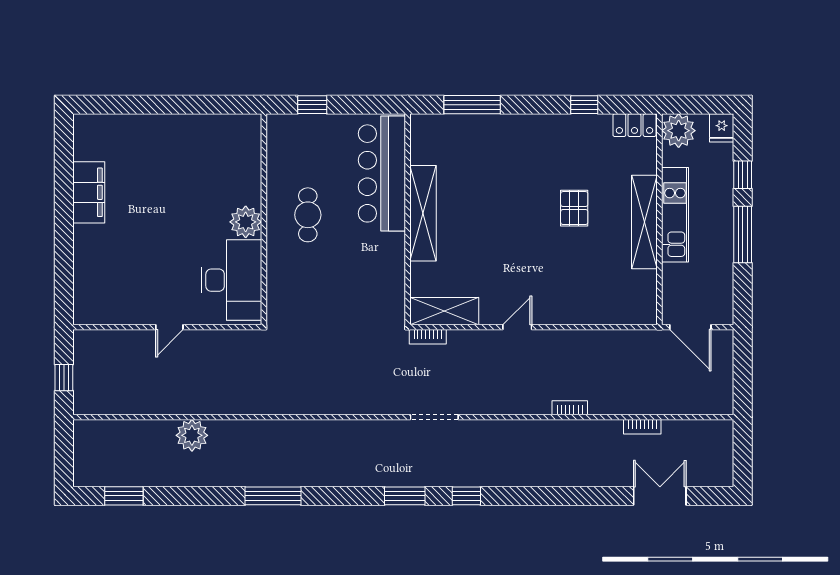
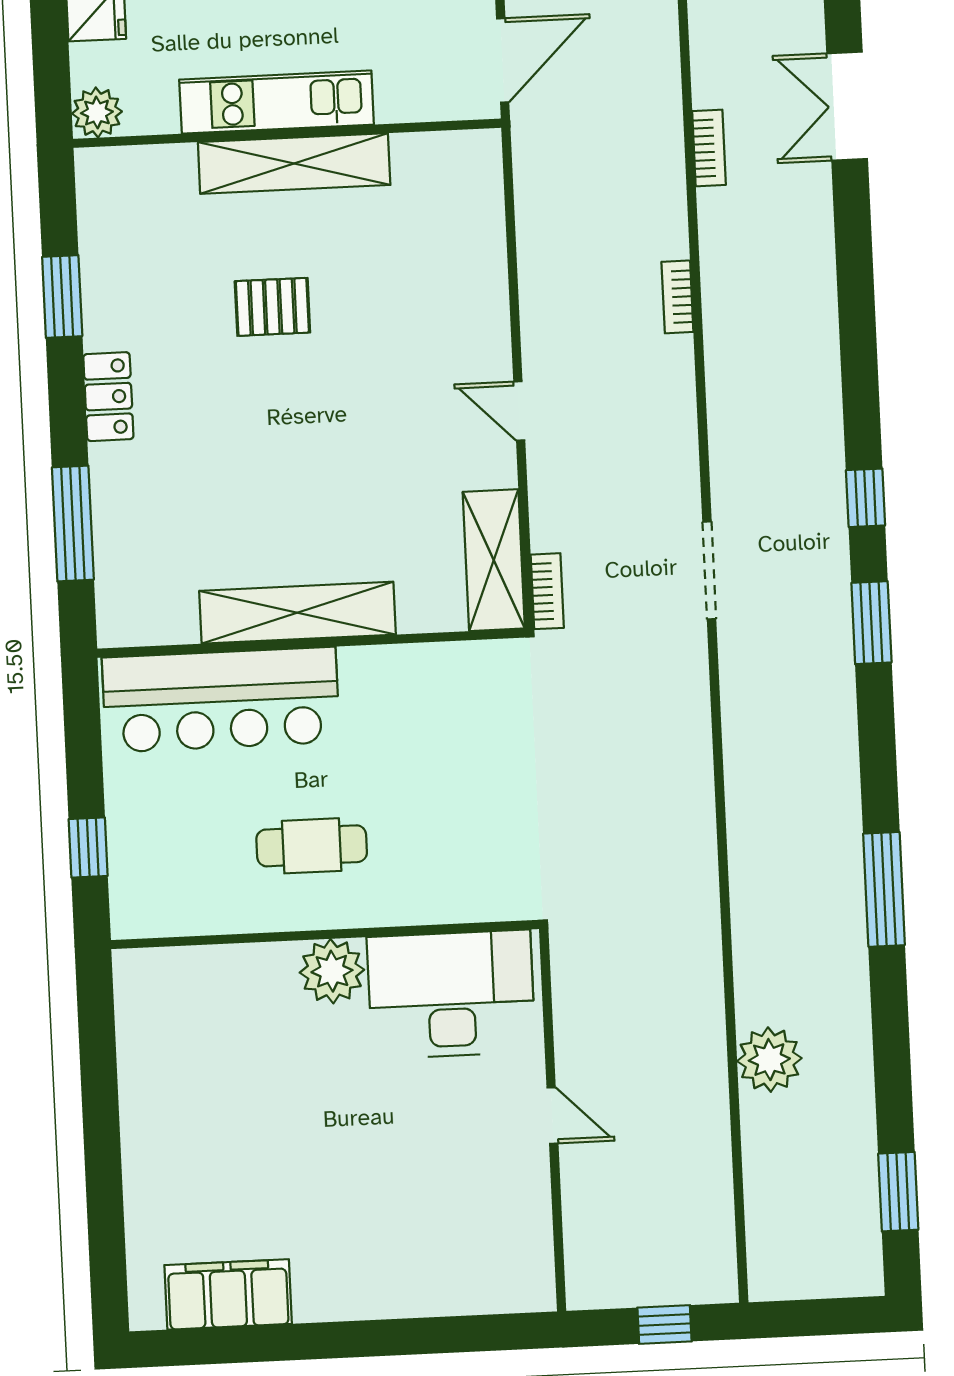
window: (584, 105) -> (62, 297), width x1.50
locker: (634, 125) -> (108, 397), moved
plant: (679, 131) -> (97, 112), width x0.73, depth x0.73
filing cabinet: (89, 192) -> (228, 1294), moved

